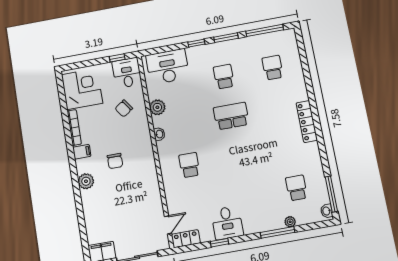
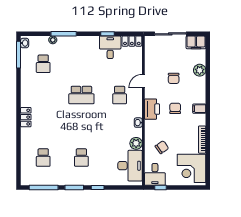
desk: (168, 67) -> (130, 166), moved, turned -90
school desk: (231, 116) -> (81, 95), moved
locker: (307, 122) -> (26, 117), width x0.66
filing cabinet: (82, 152) -> (199, 109), moved
printer: (144, 155) -> (152, 109), added
plant: (86, 181) -> (200, 70), moved
chair: (123, 199) -> (174, 78), added
desk: (227, 223) -> (110, 47), moved
door: (168, 225) -> (143, 81), moved

